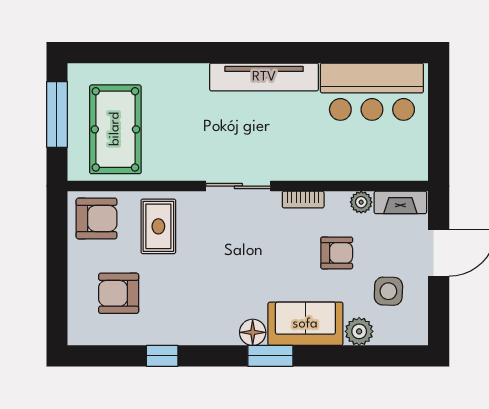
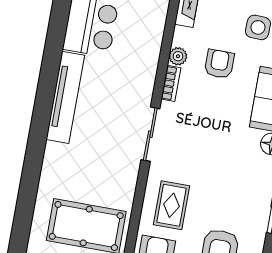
plant: (361, 202) -> (178, 56), moved
rug: (158, 226) -> (171, 205), turned 90

